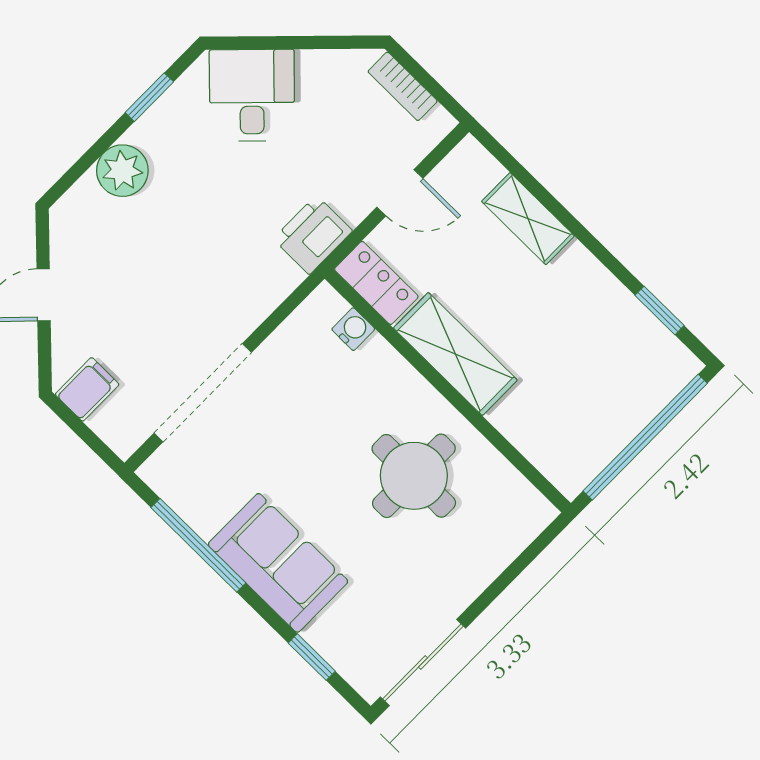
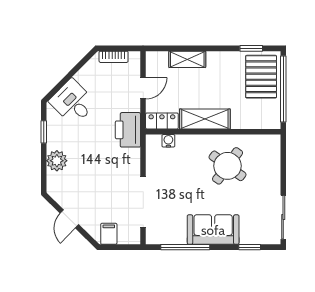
printer: (313, 235) -> (128, 130), width x1.37, depth x1.19
pallet: (628, 377) -> (261, 77), added
round table: (414, 476) -> (228, 166), turned 36

